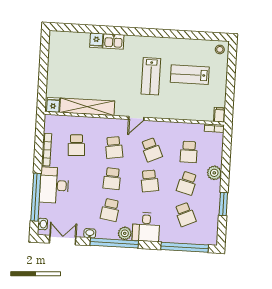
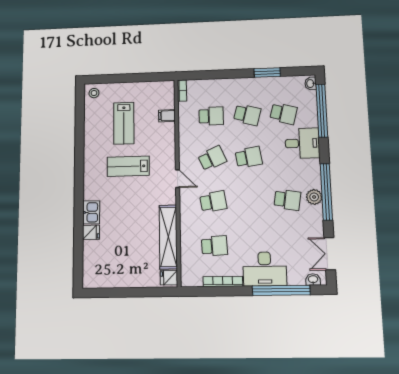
lab bench: (151, 76) -> (128, 166), turned 180
filing cabinet: (219, 115) -> (167, 116), moved
plant: (214, 173) -> (233, 86), removed
school desk: (112, 179) -> (250, 201), removed
school desk: (185, 214) -> (283, 114), turned 39
desk: (146, 227) -> (302, 143), moved
washbasin: (90, 233) -> (311, 84), moved
plant: (125, 233) -> (314, 197), moved

